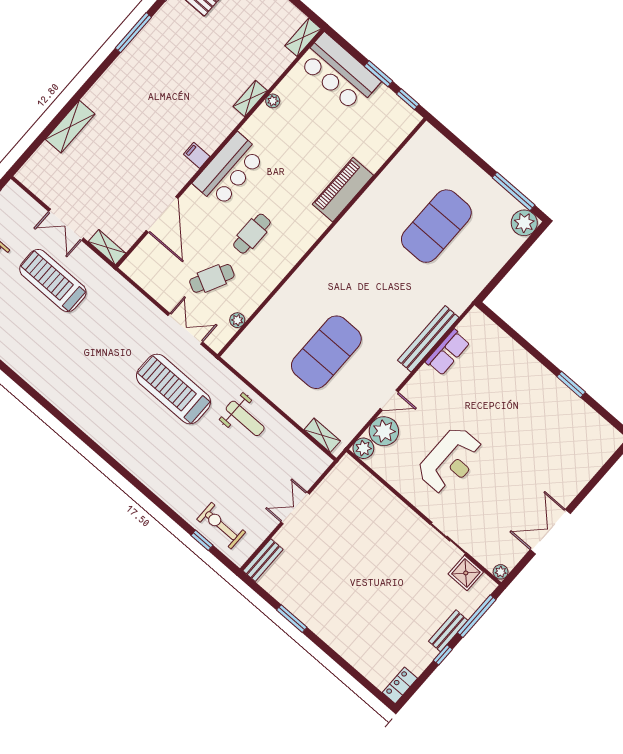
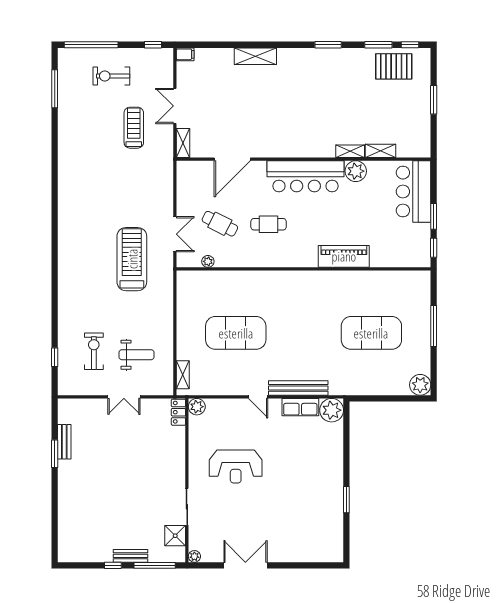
window: (133, 33) -> (328, 45), width x0.69
shelving: (303, 37) -> (381, 151), moved
plant: (273, 101) -> (356, 171), width x1.88, depth x1.88
shelving: (70, 127) -> (255, 56), moved
filing cabinet: (197, 155) -> (185, 54), moved, turned 90
bar counter: (229, 170) -> (306, 176), width x1.36
window: (514, 191) -> (434, 326), moved
treadmill: (53, 281) -> (134, 128), width x0.73, depth x0.73
door: (389, 400) -> (258, 397), moved
weight bench: (245, 418) -> (136, 355), moved, turned -90
plant: (384, 431) -> (332, 410), moved
double door: (295, 508) -> (124, 397), swing flipped
exercise bike: (221, 526) -> (94, 351), moved
bench: (263, 560) -> (64, 442), moved, turned 90
locker: (400, 685) -> (178, 412), moved, turned -90

